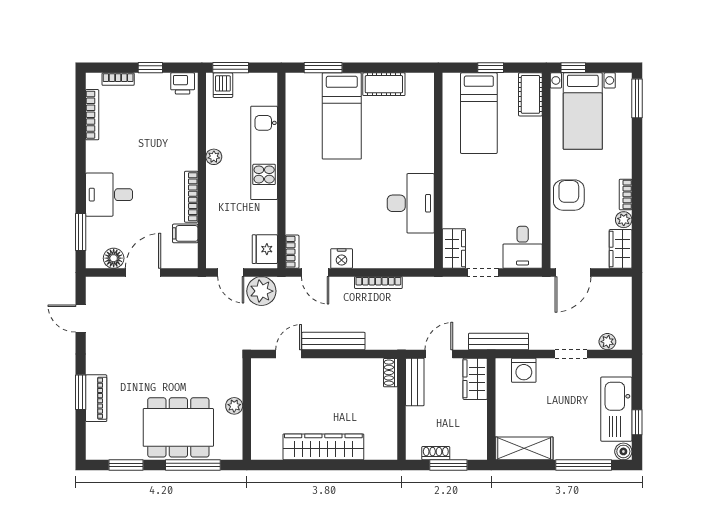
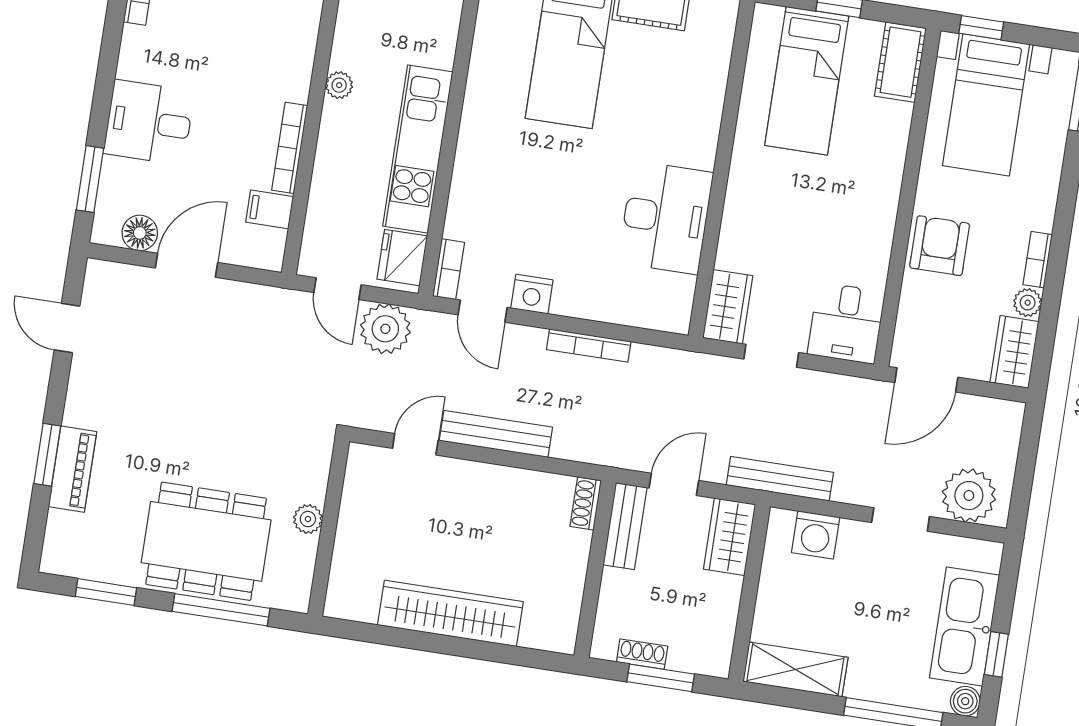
kitchen unit: (264, 153) -> (418, 149), moved
plant: (607, 342) -> (969, 496), width x1.88, depth x1.88

